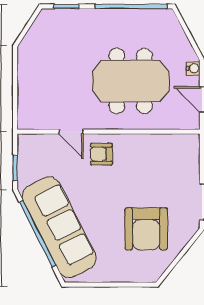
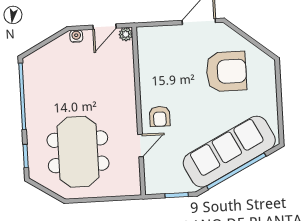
meeting table: (131, 81) -> (78, 152), moved
plant: (192, 122) -> (126, 34), added

